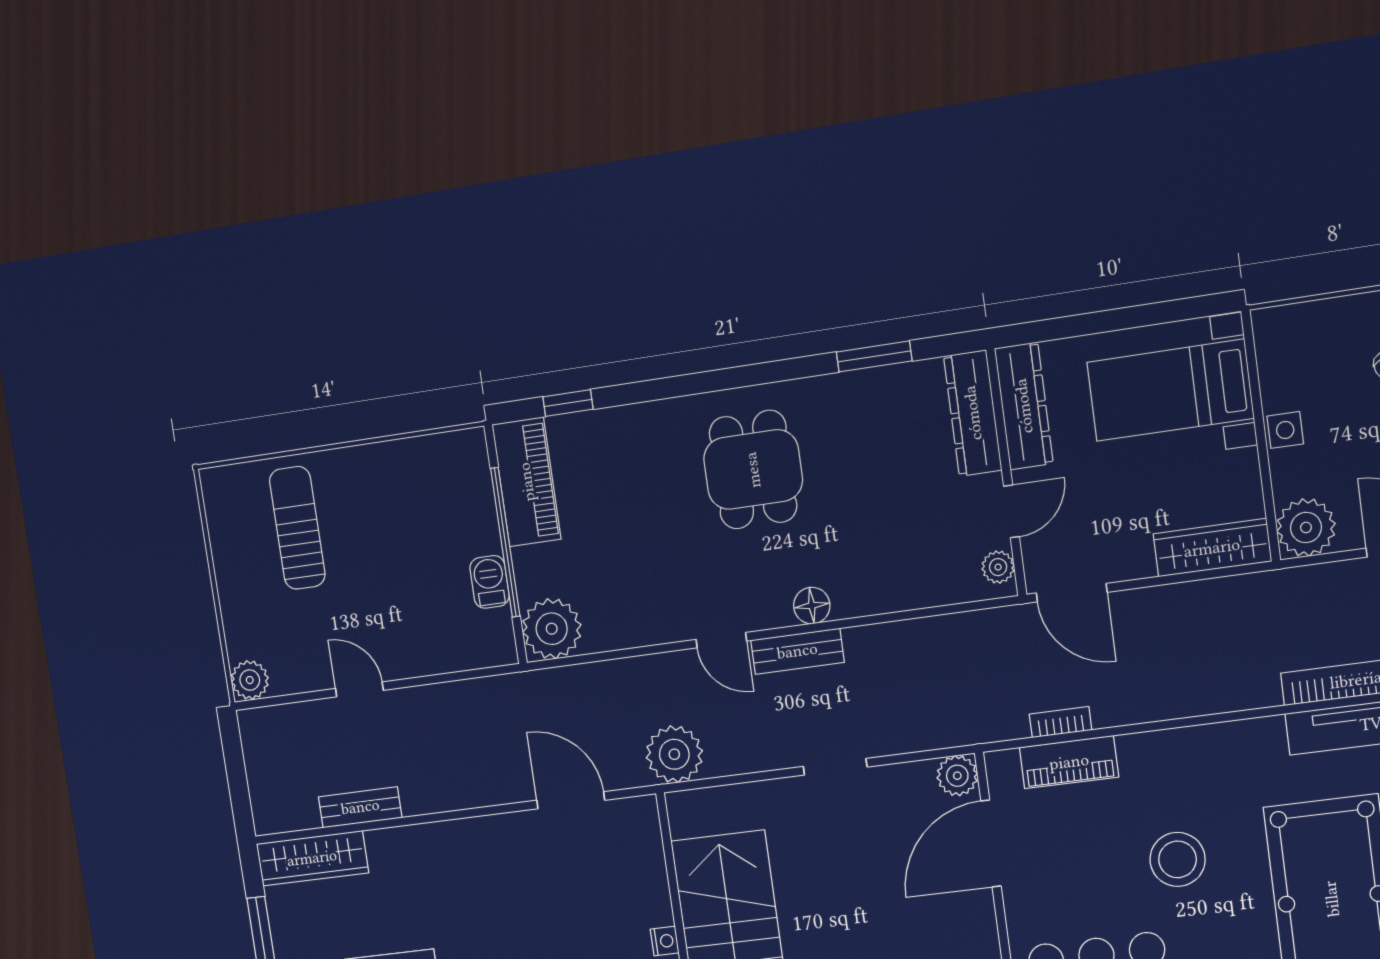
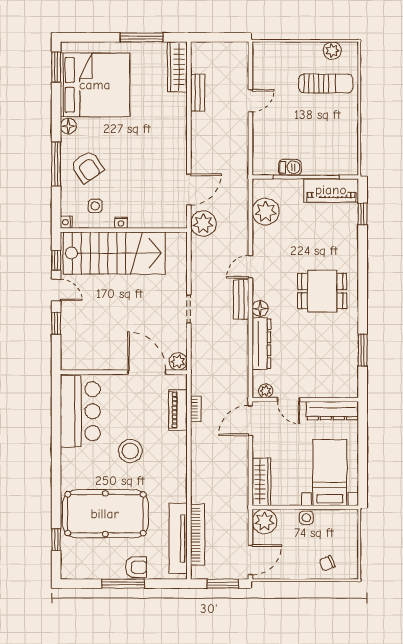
dresser: (973, 413) -> (261, 344), moved, turned 90
plant: (552, 629) -> (266, 212), moved
plant: (250, 680) -> (332, 51), moved
plant: (674, 754) -> (203, 224), moved

